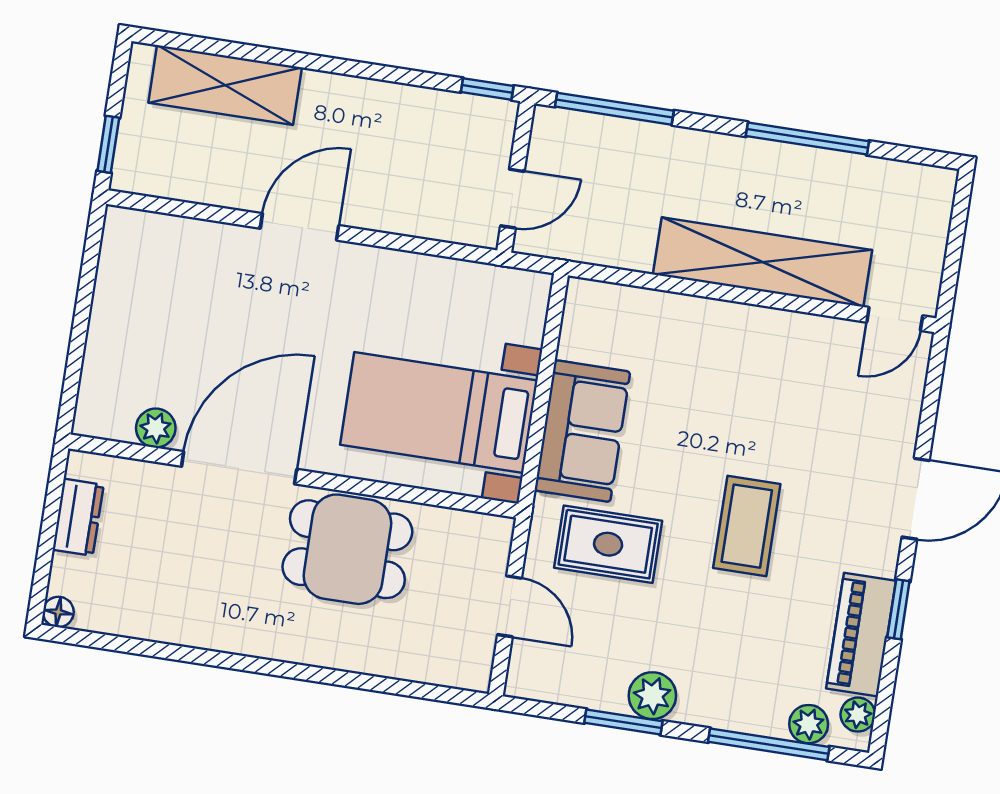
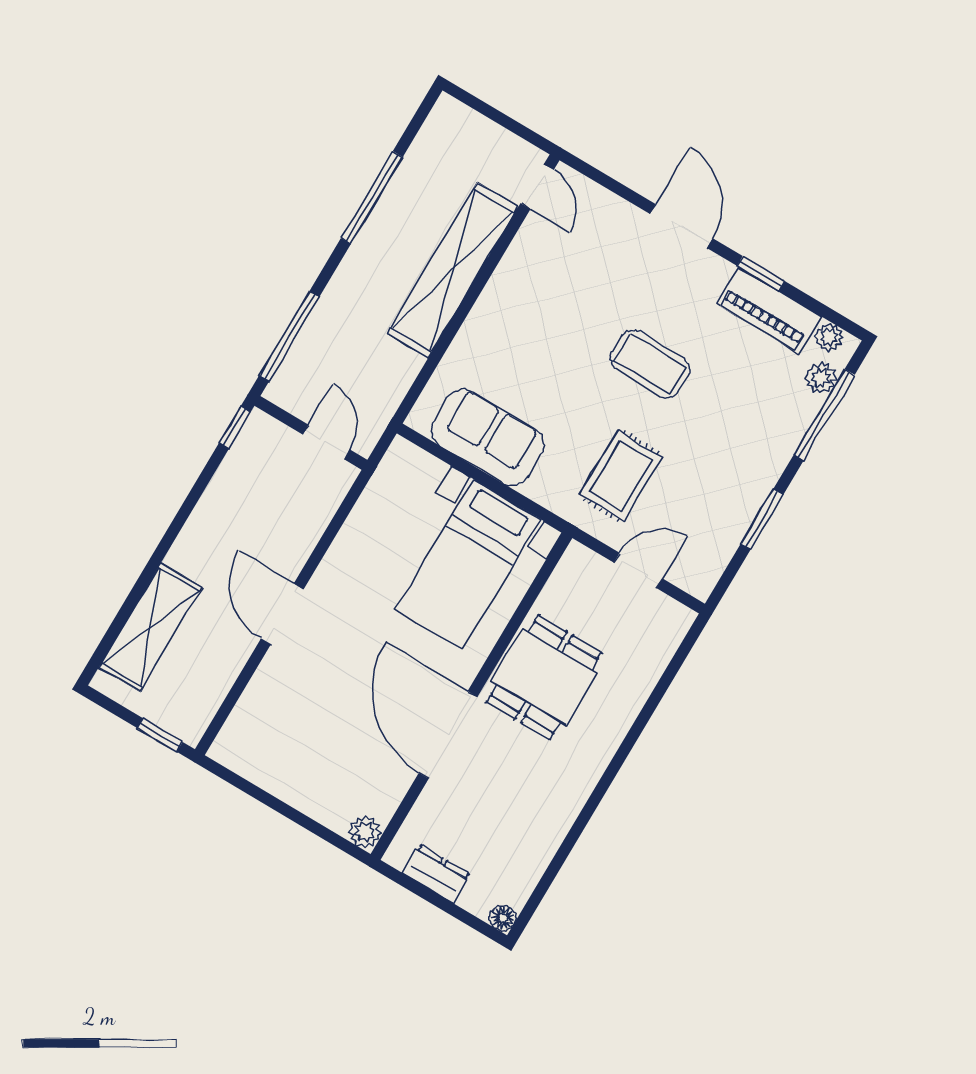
plant: (156, 428) -> (365, 832), moved
sofa: (582, 431) -> (488, 437), moved
plant: (652, 696) -> (751, 489), removed

